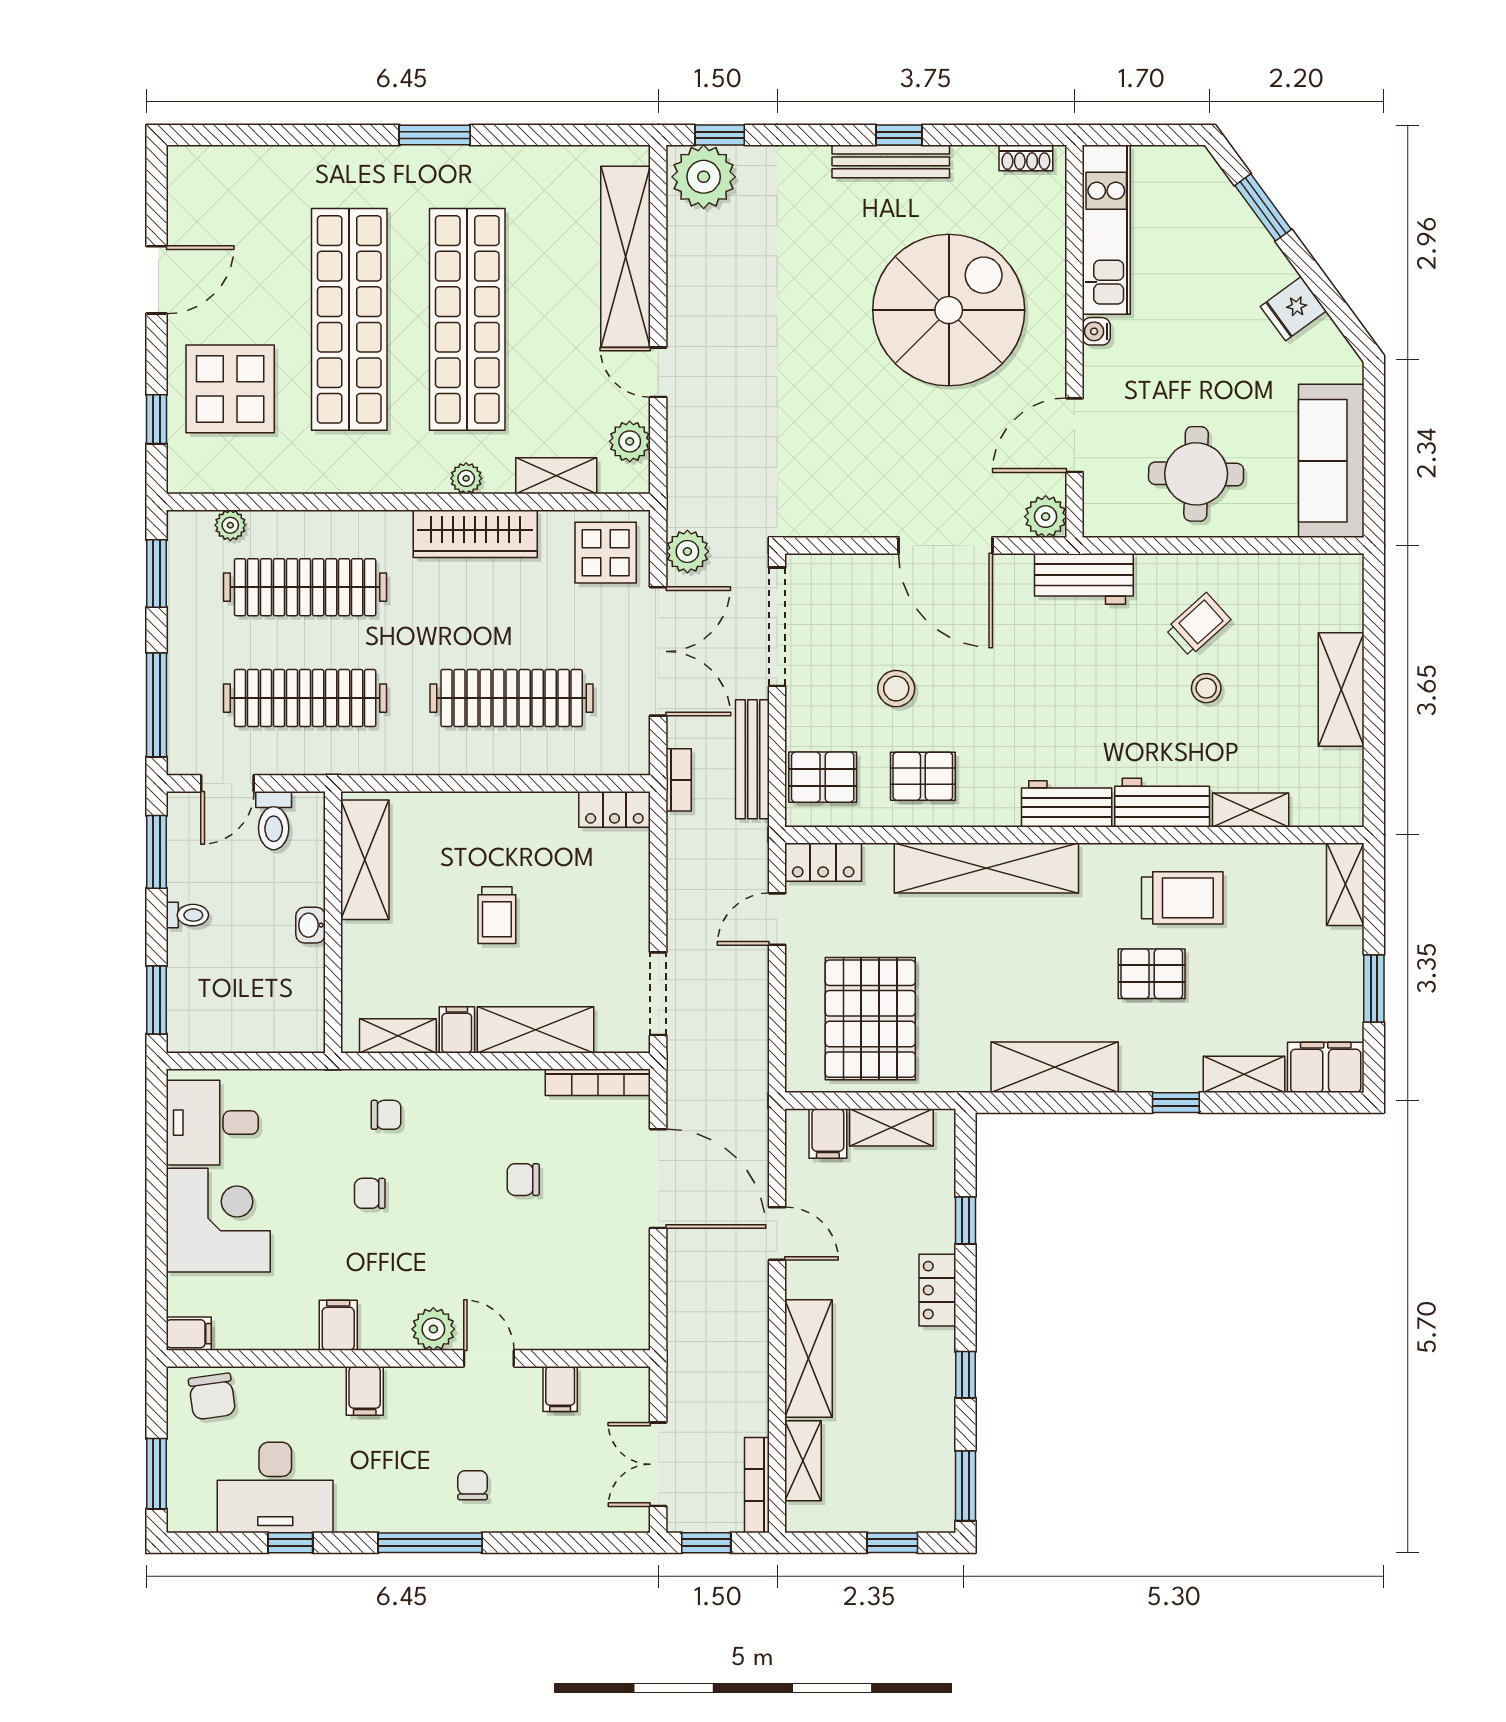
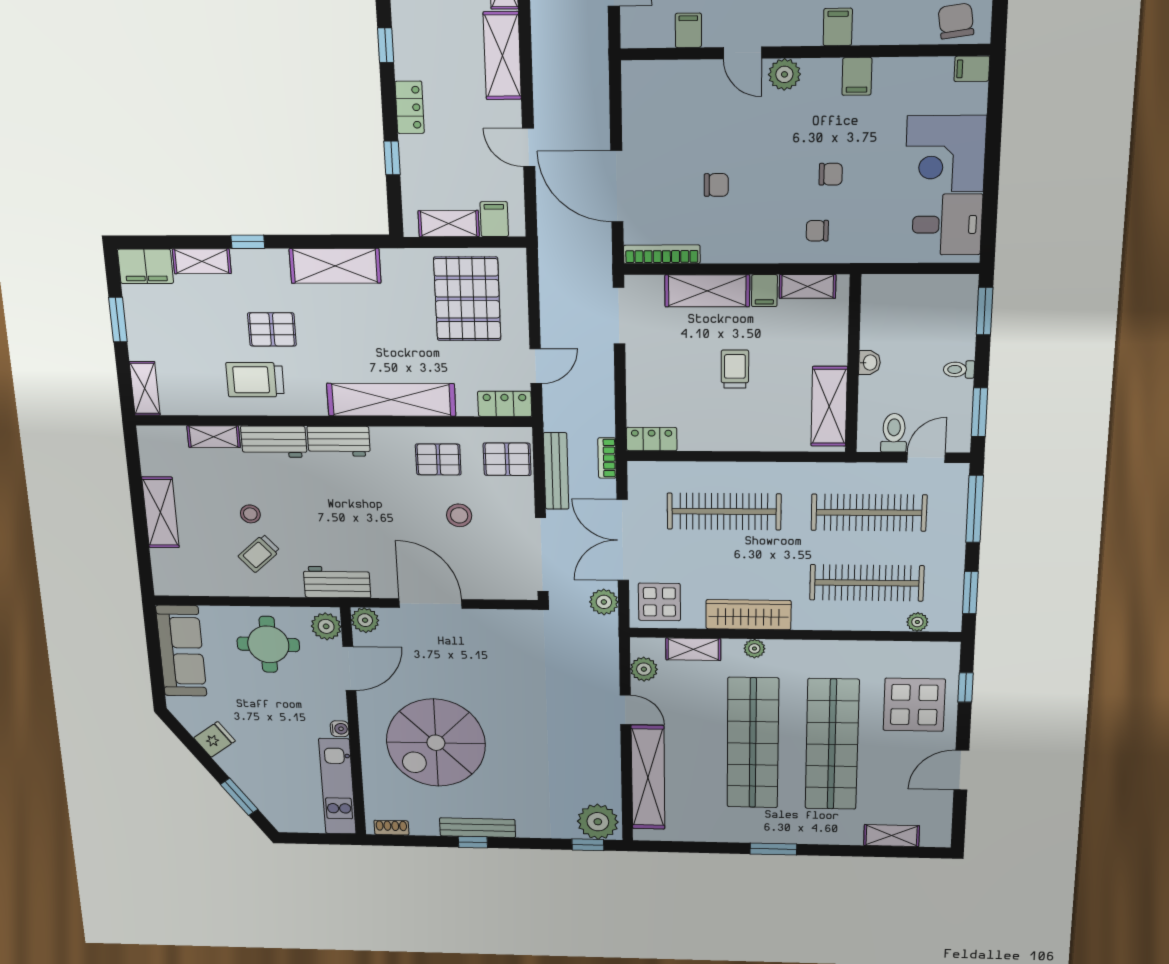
shelving: (256, 164) -> (892, 836), added
plant: (1105, 505) -> (326, 626), added

